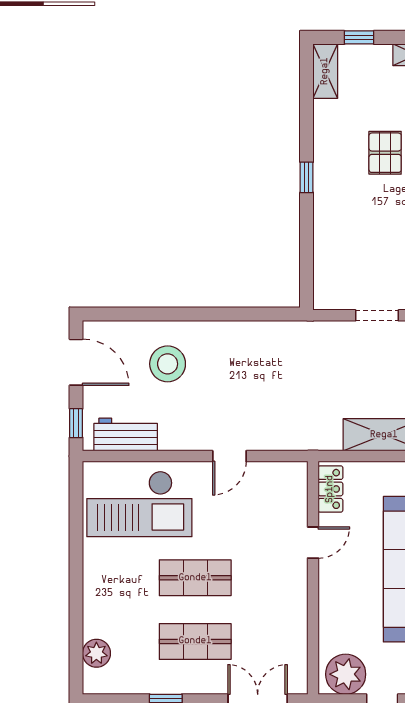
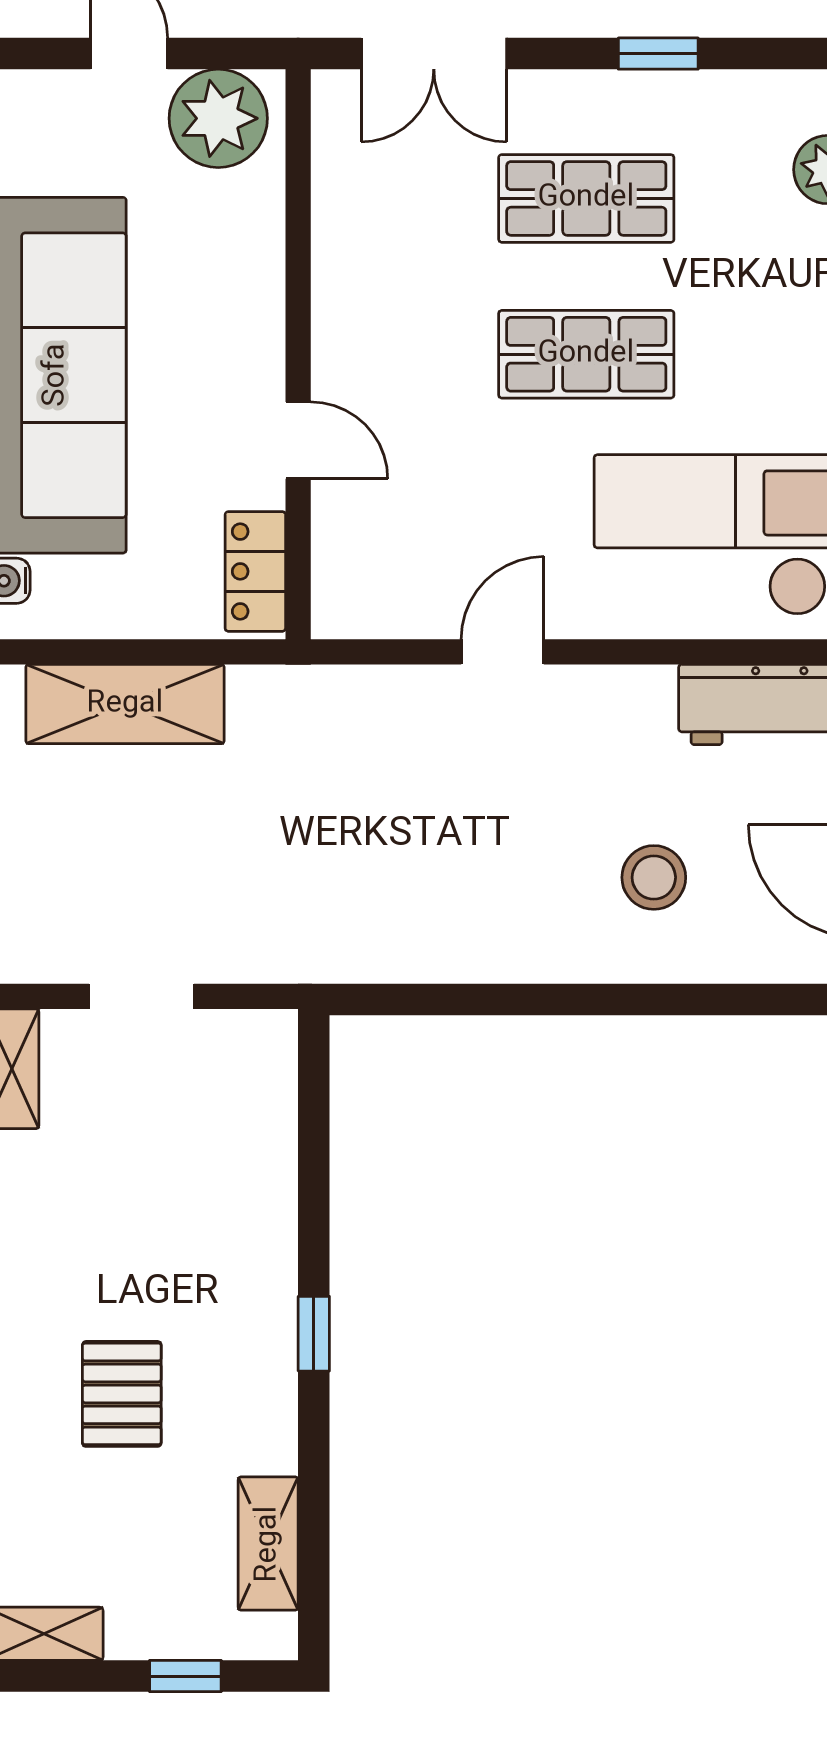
shelving: (325, 71) -> (268, 1544), moved
stool: (168, 364) -> (654, 877), width x0.73, depth x0.73
door: (313, 543) -> (298, 440), swing flipped

